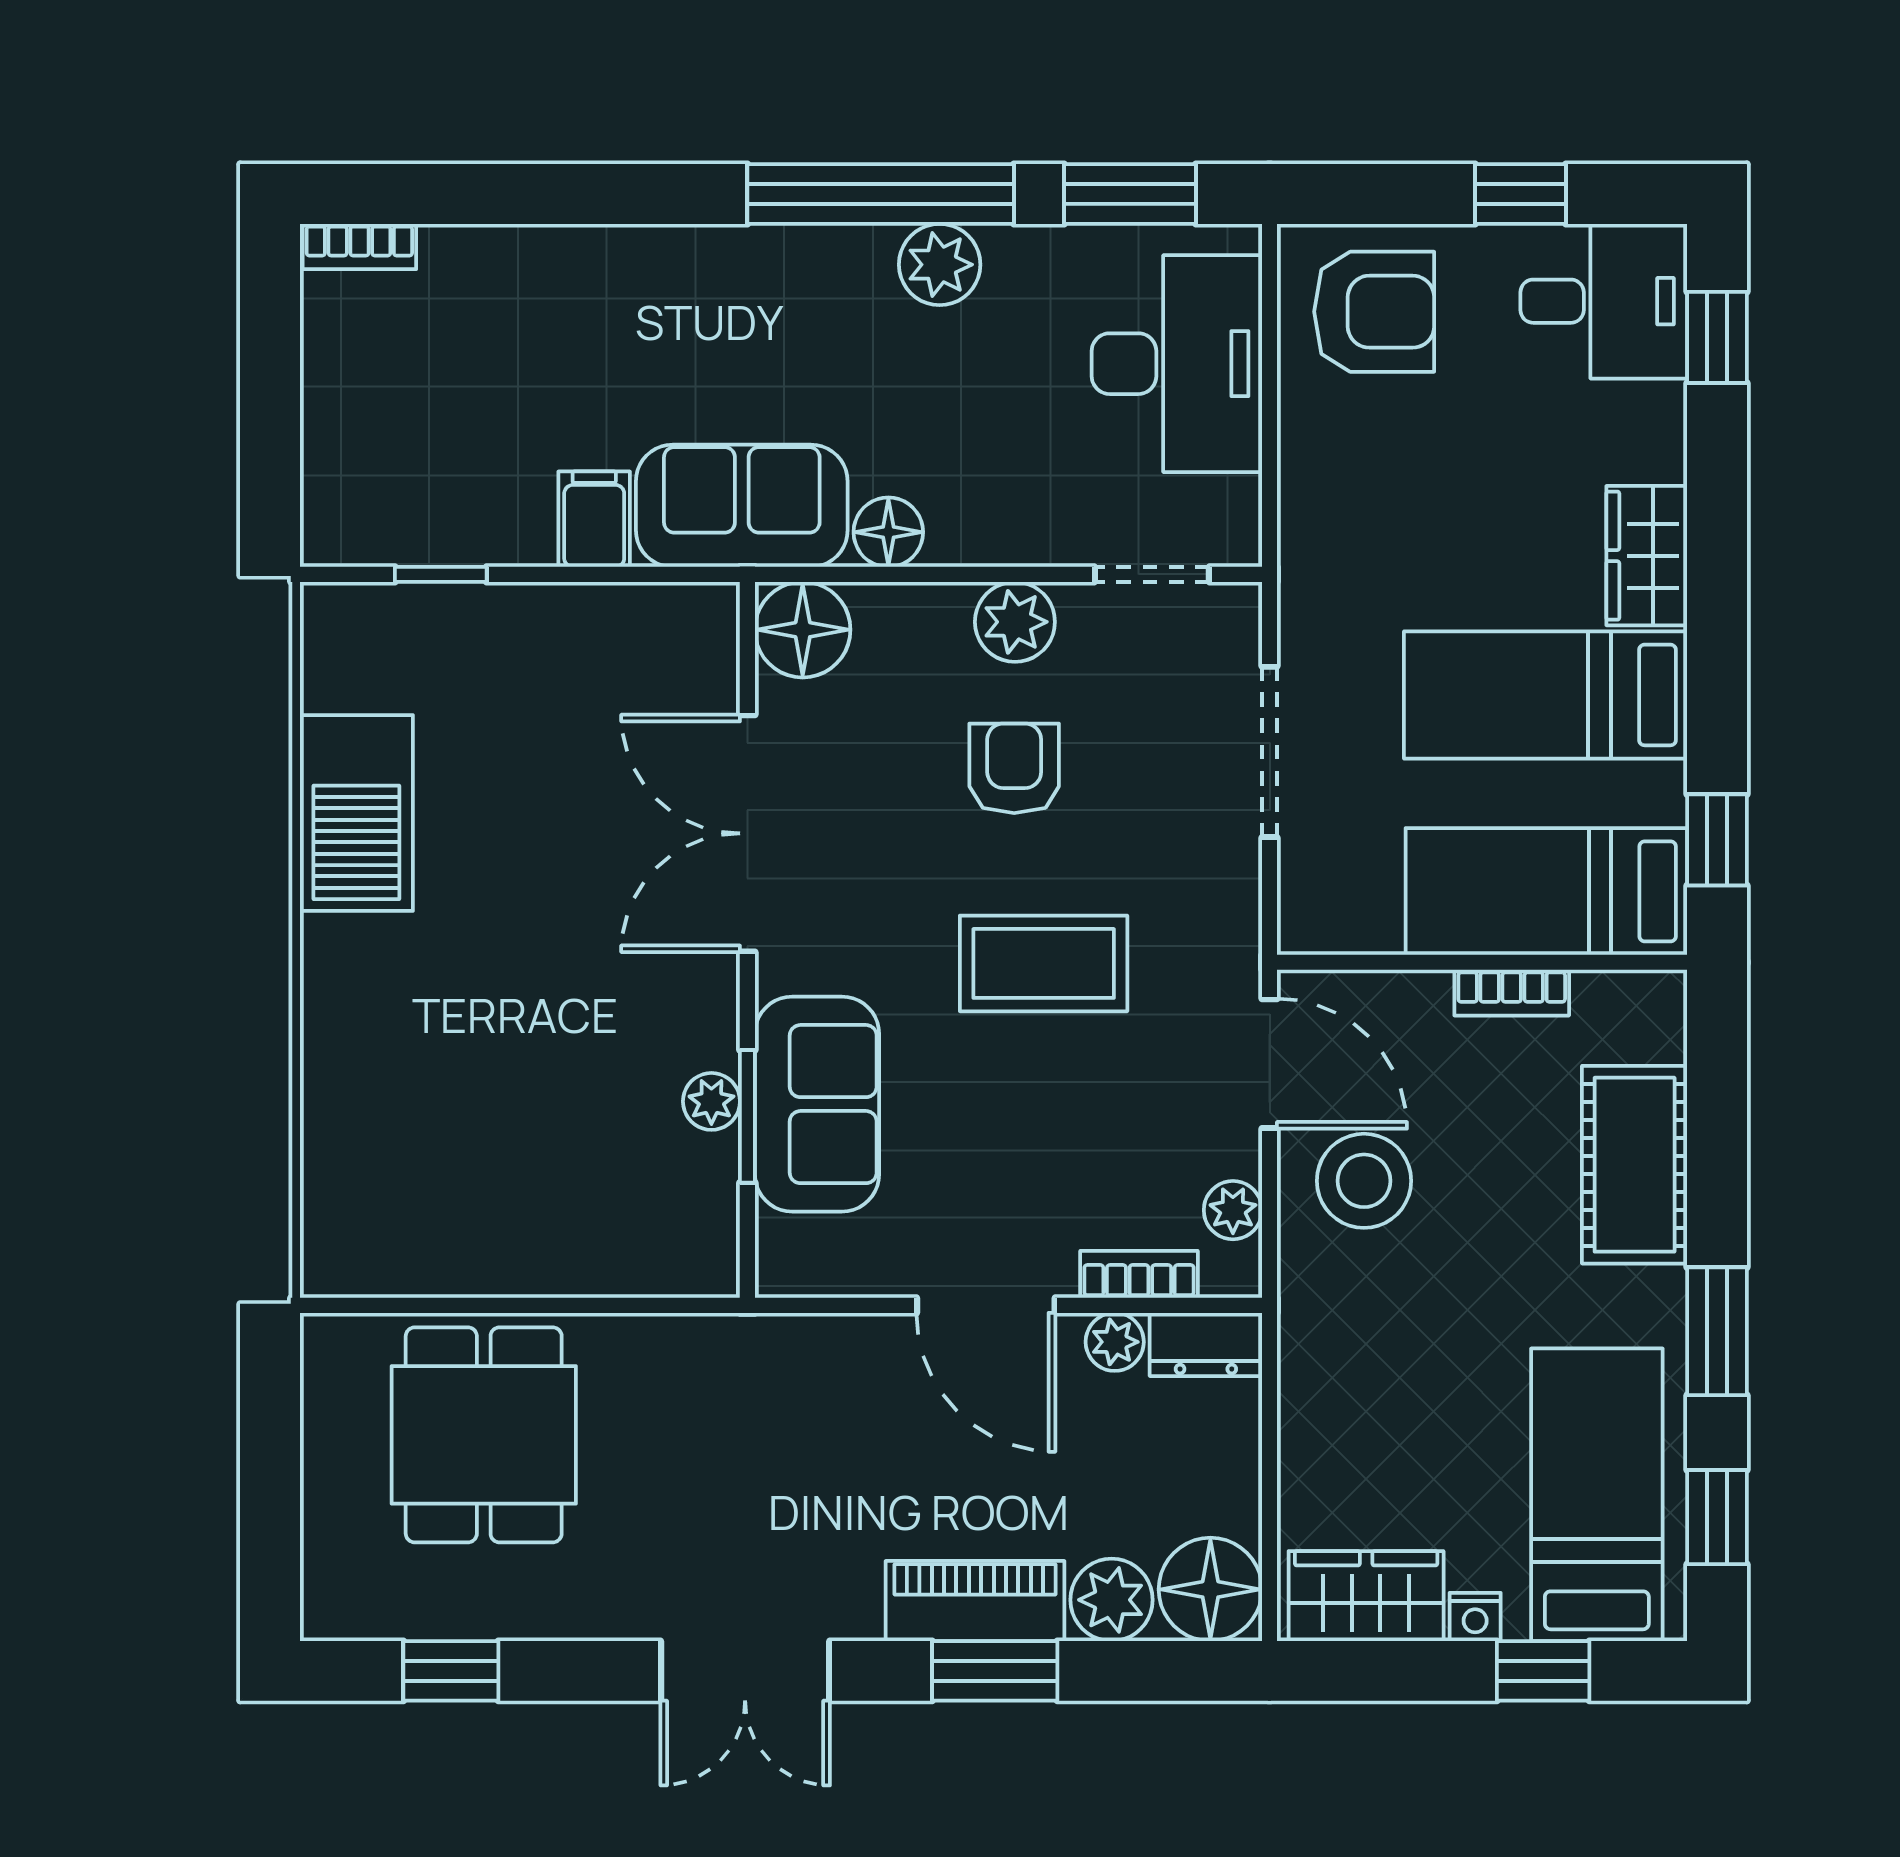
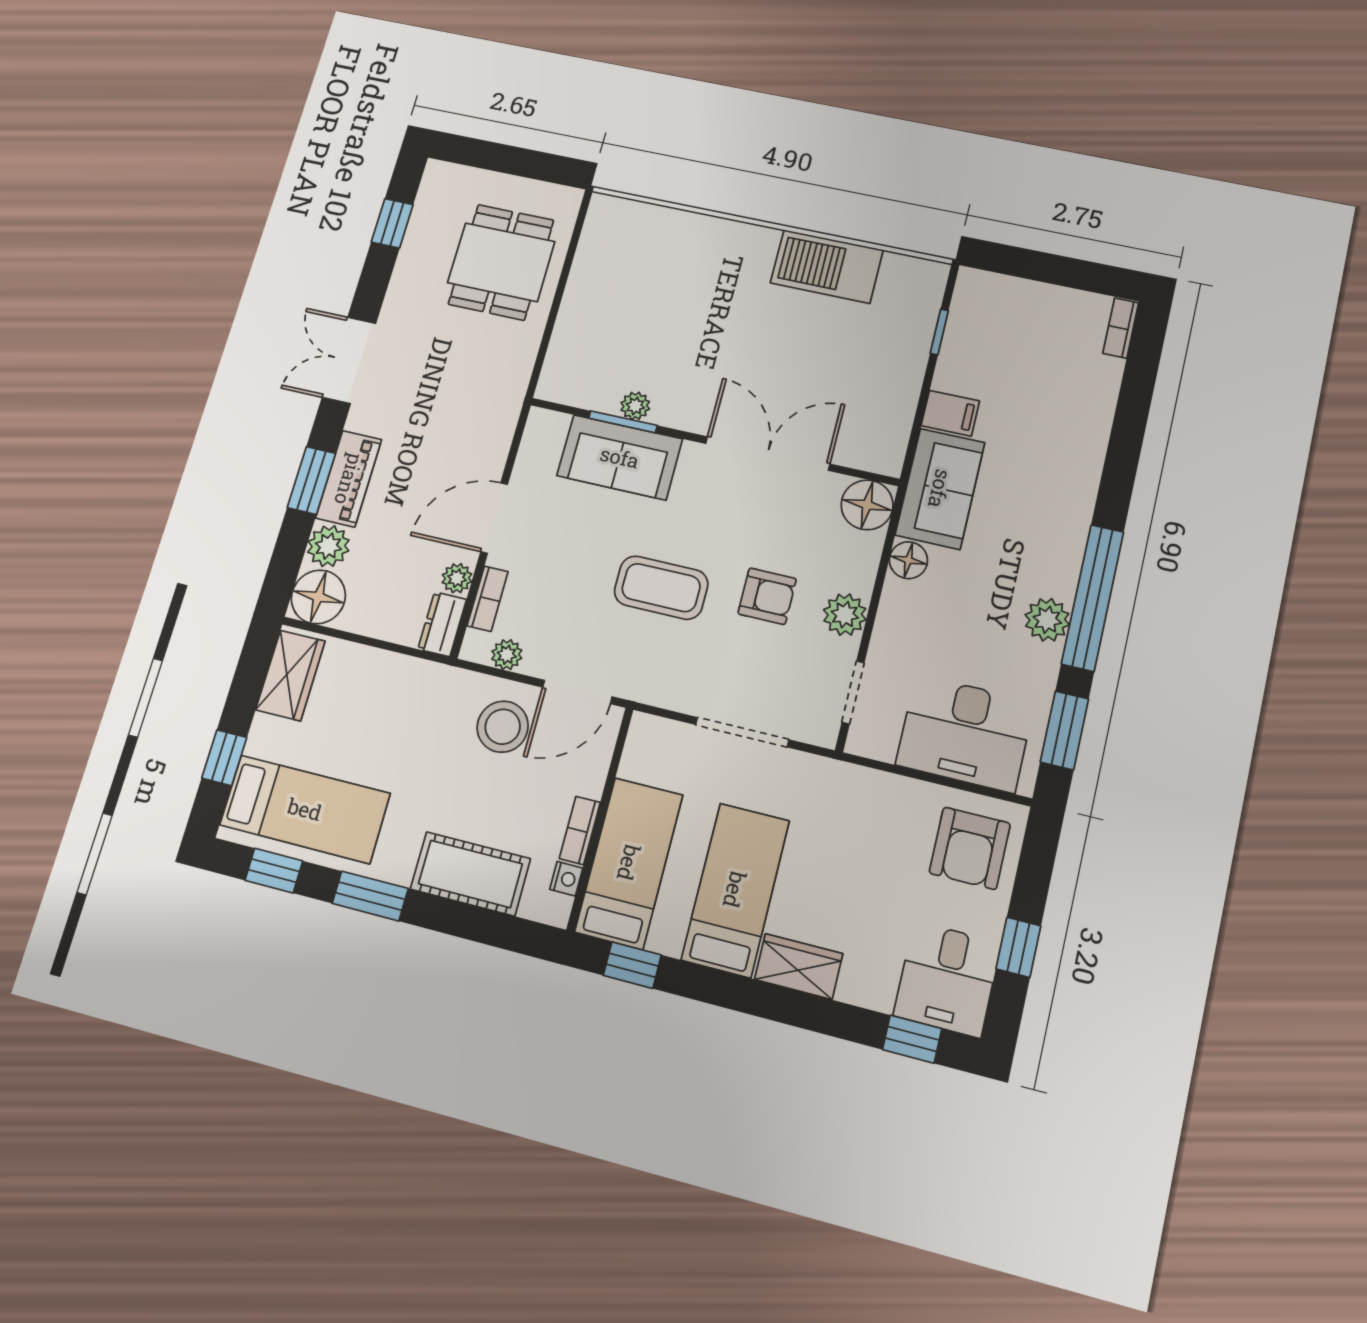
coffee table: (1044, 963) -> (661, 588), turned 90
dining table: (484, 1435) -> (501, 262), turned 90
nightstand: (1475, 1617) -> (566, 879), moved, turned 180

